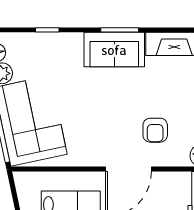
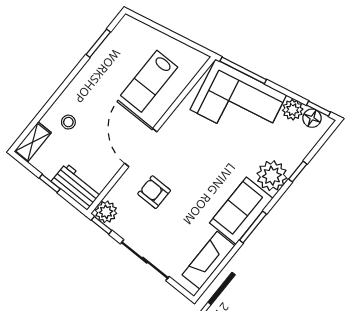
plant: (67, 48) -> (272, 176), added

